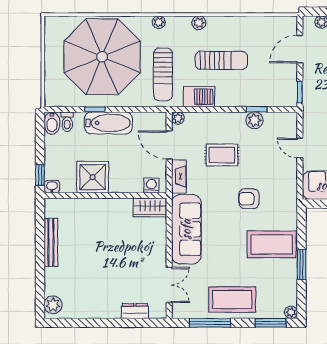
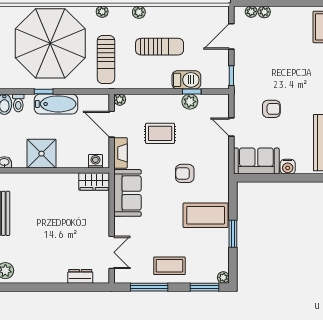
barbecue: (199, 97) -> (186, 80), moved
sofa: (186, 229) -> (127, 193), width x0.73
coffee table: (232, 299) -> (169, 266), width x0.73, depth x0.76

